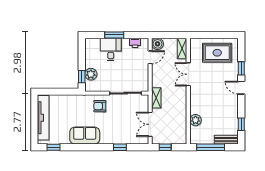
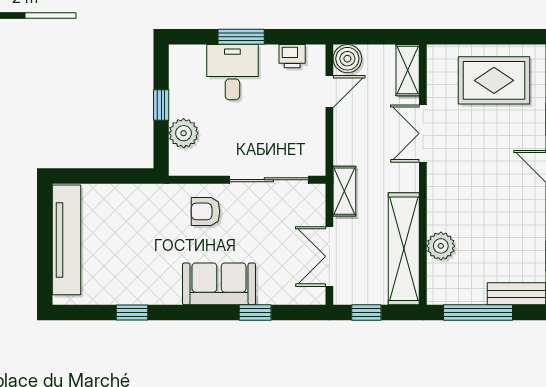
window: (82, 77) -> (161, 105), moved
shelving: (180, 121) -> (404, 249), added
sofa: (85, 136) -> (219, 284), moved
window: (54, 147) -> (132, 313), moved

